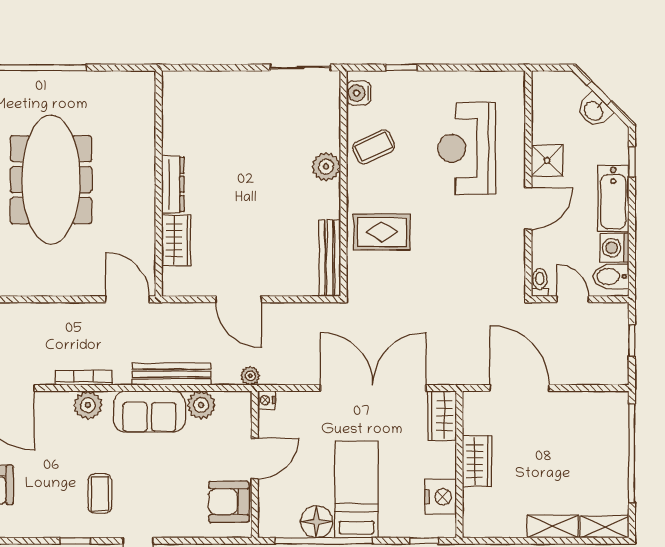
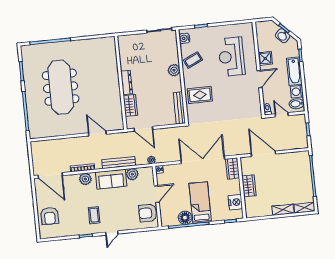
wall: (159, 183) -> (121, 83), moved
dresser: (173, 184) -> (127, 82), moved
wardrobe: (176, 240) -> (130, 106), moved

